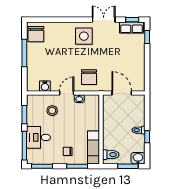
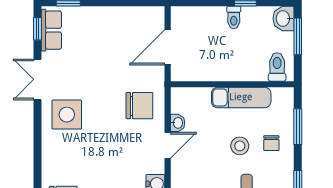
door: (67, 93) -> (168, 145), swing flipped
stool: (52, 111) -> (240, 146), moved
exam couch: (93, 147) -> (241, 97), moved

